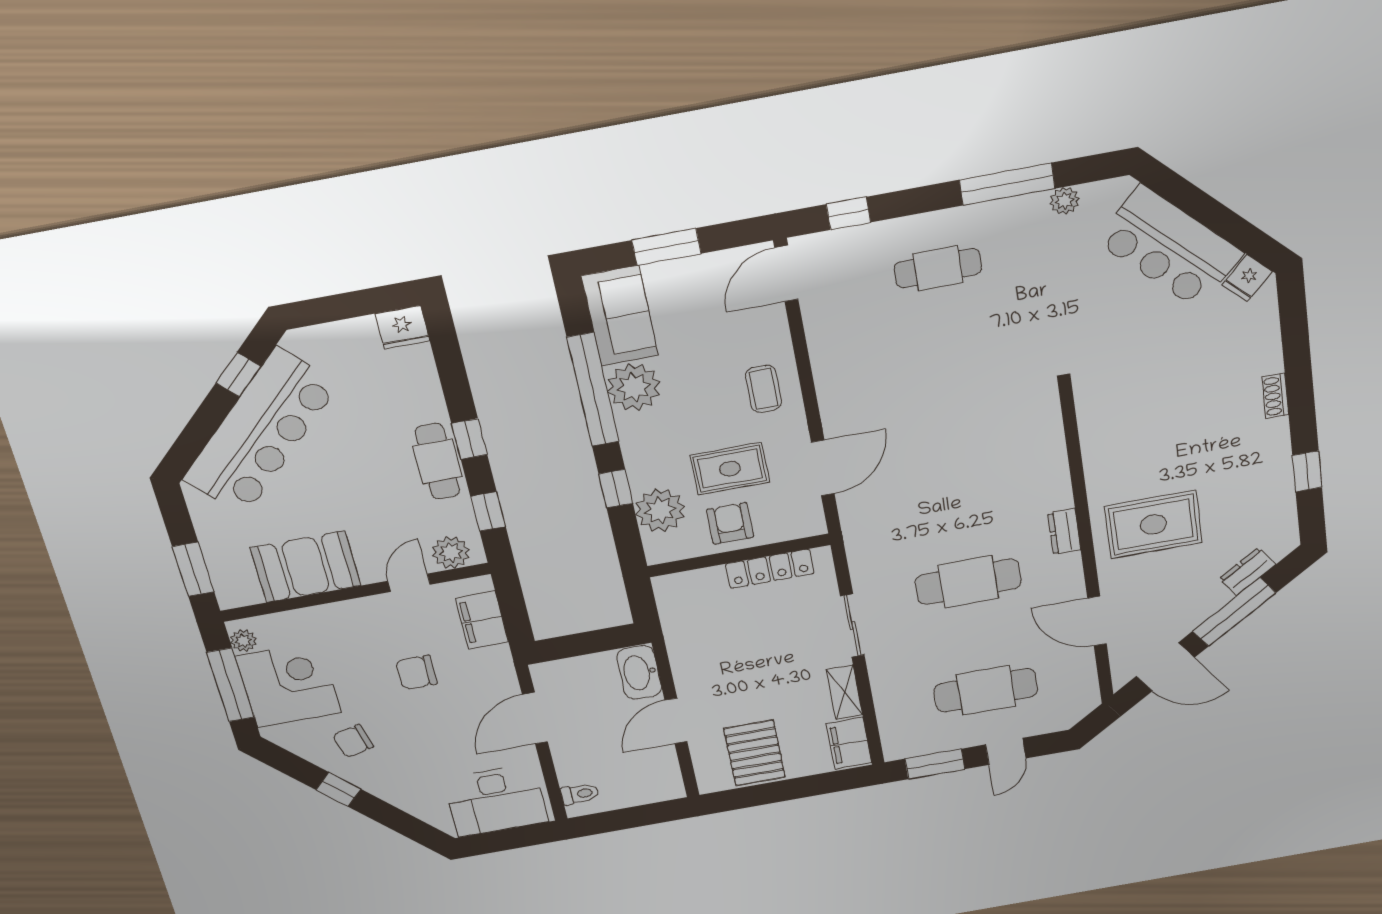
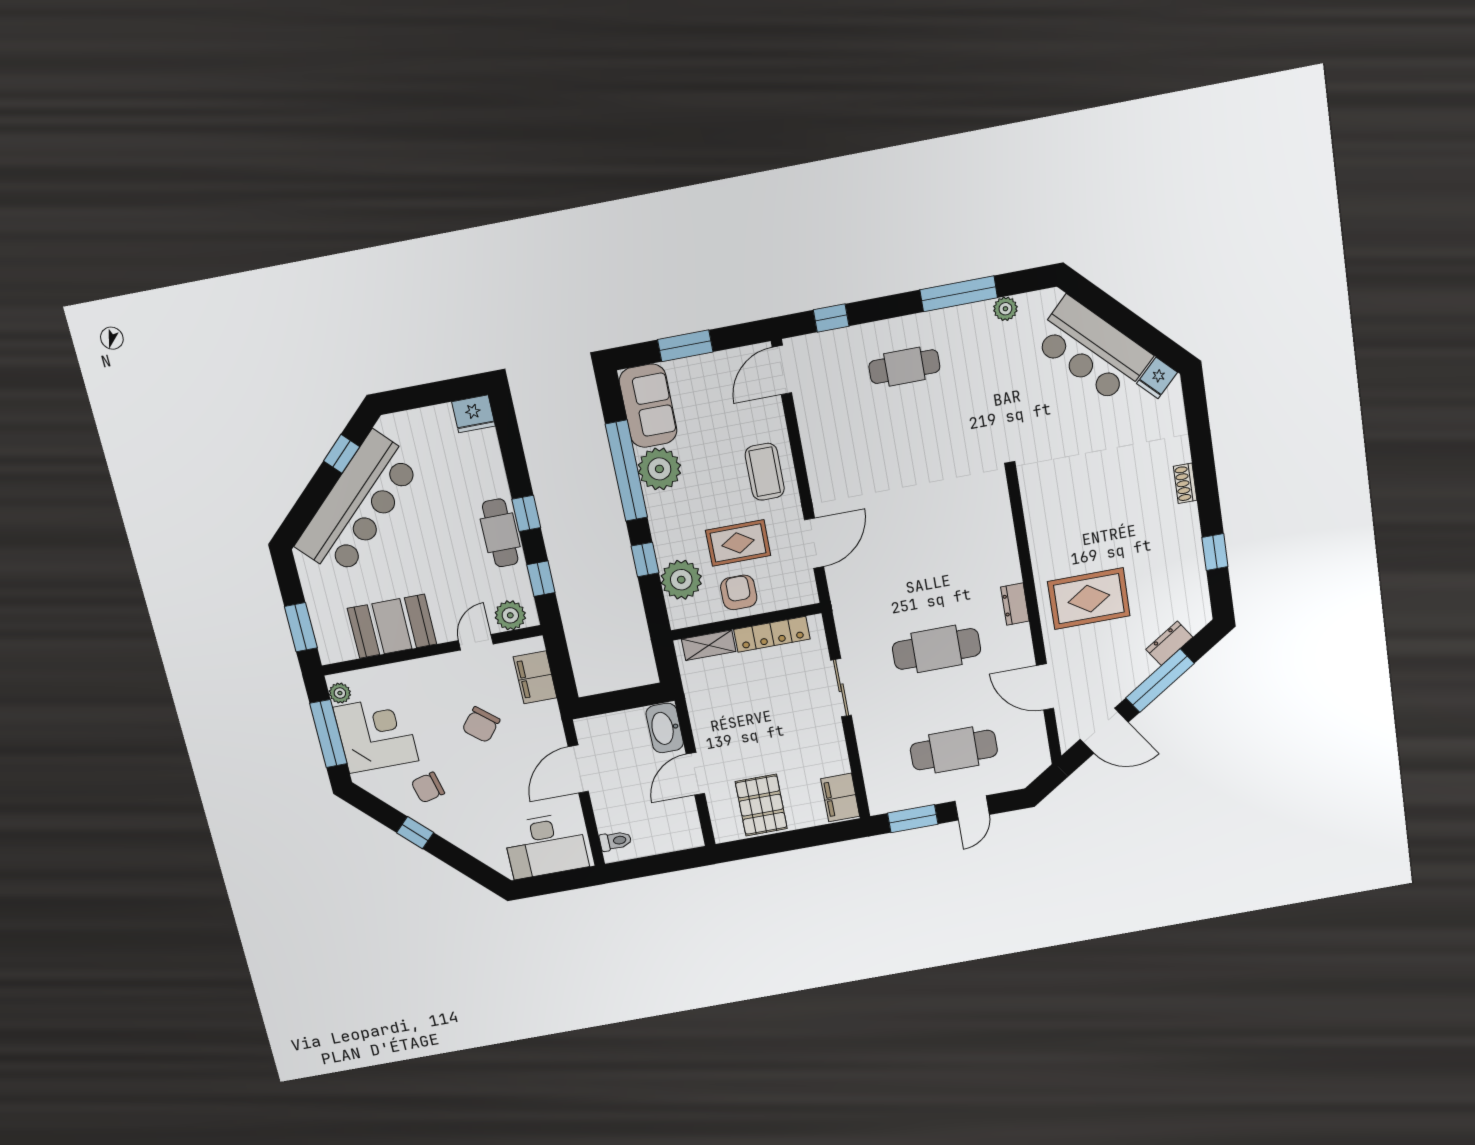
coffee table: (763, 389) -> (765, 472), width x1.36, depth x1.30
chair: (416, 672) -> (481, 725), turned -50
shelving: (845, 692) -> (709, 645), moved, turned 90

